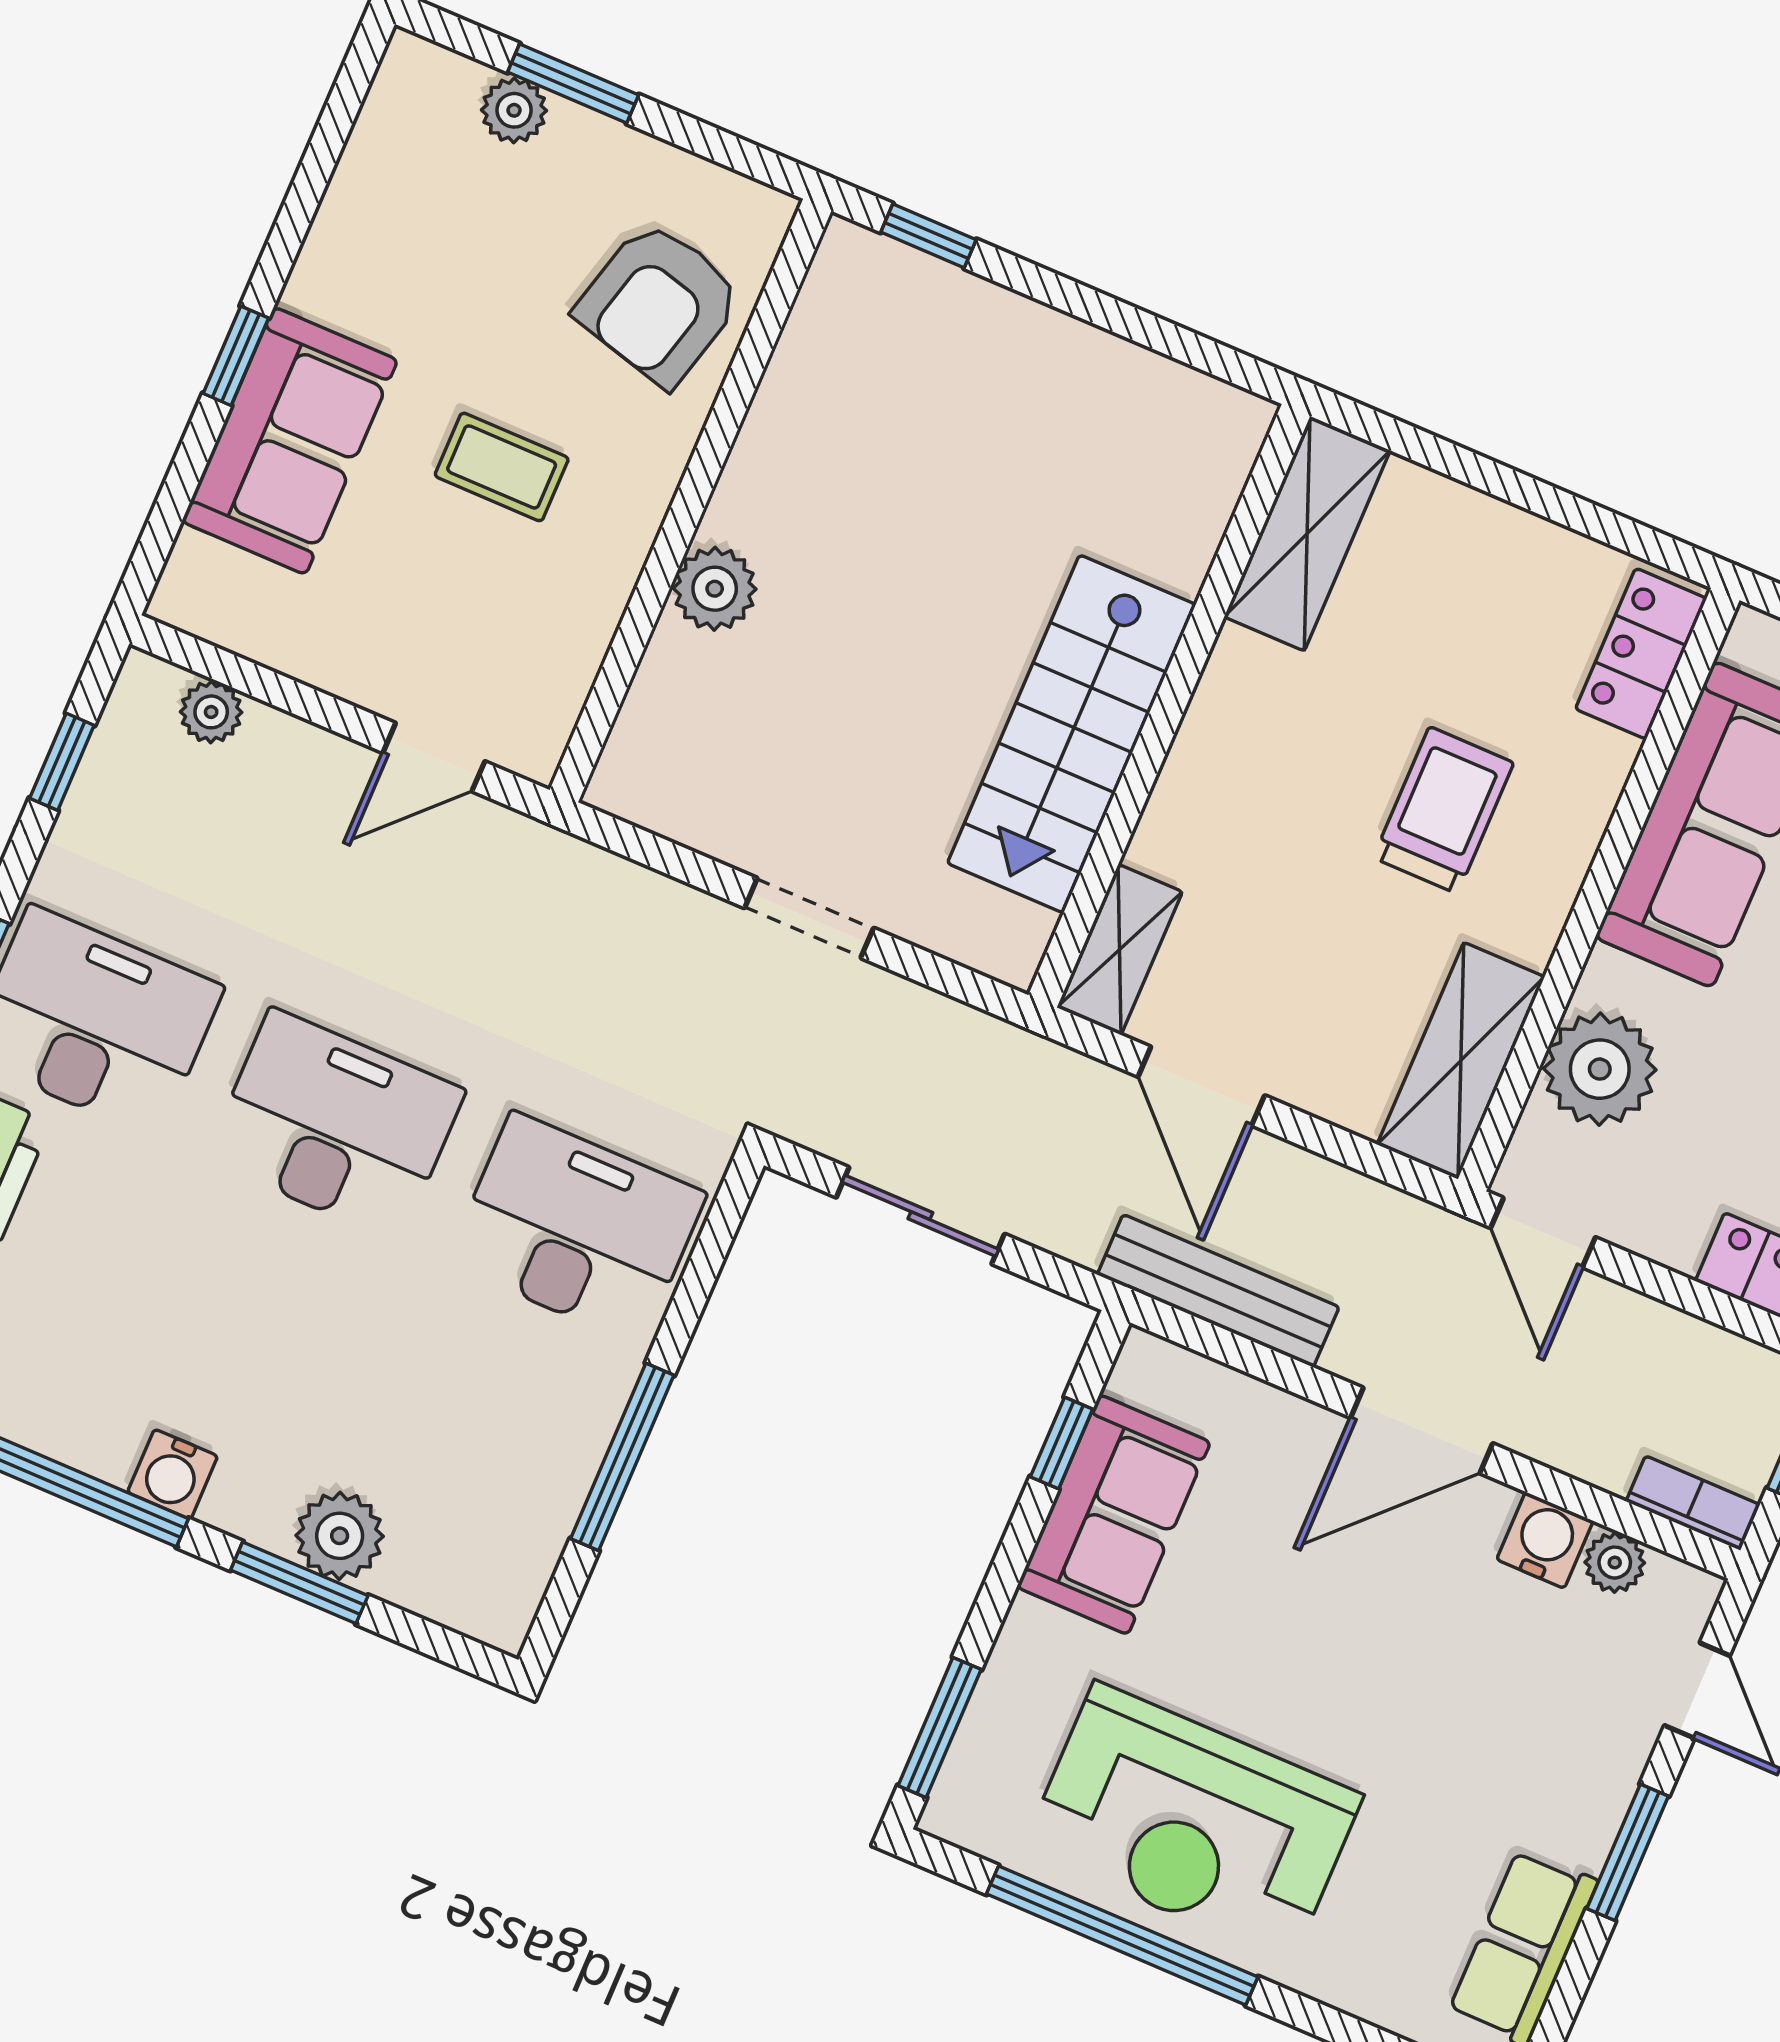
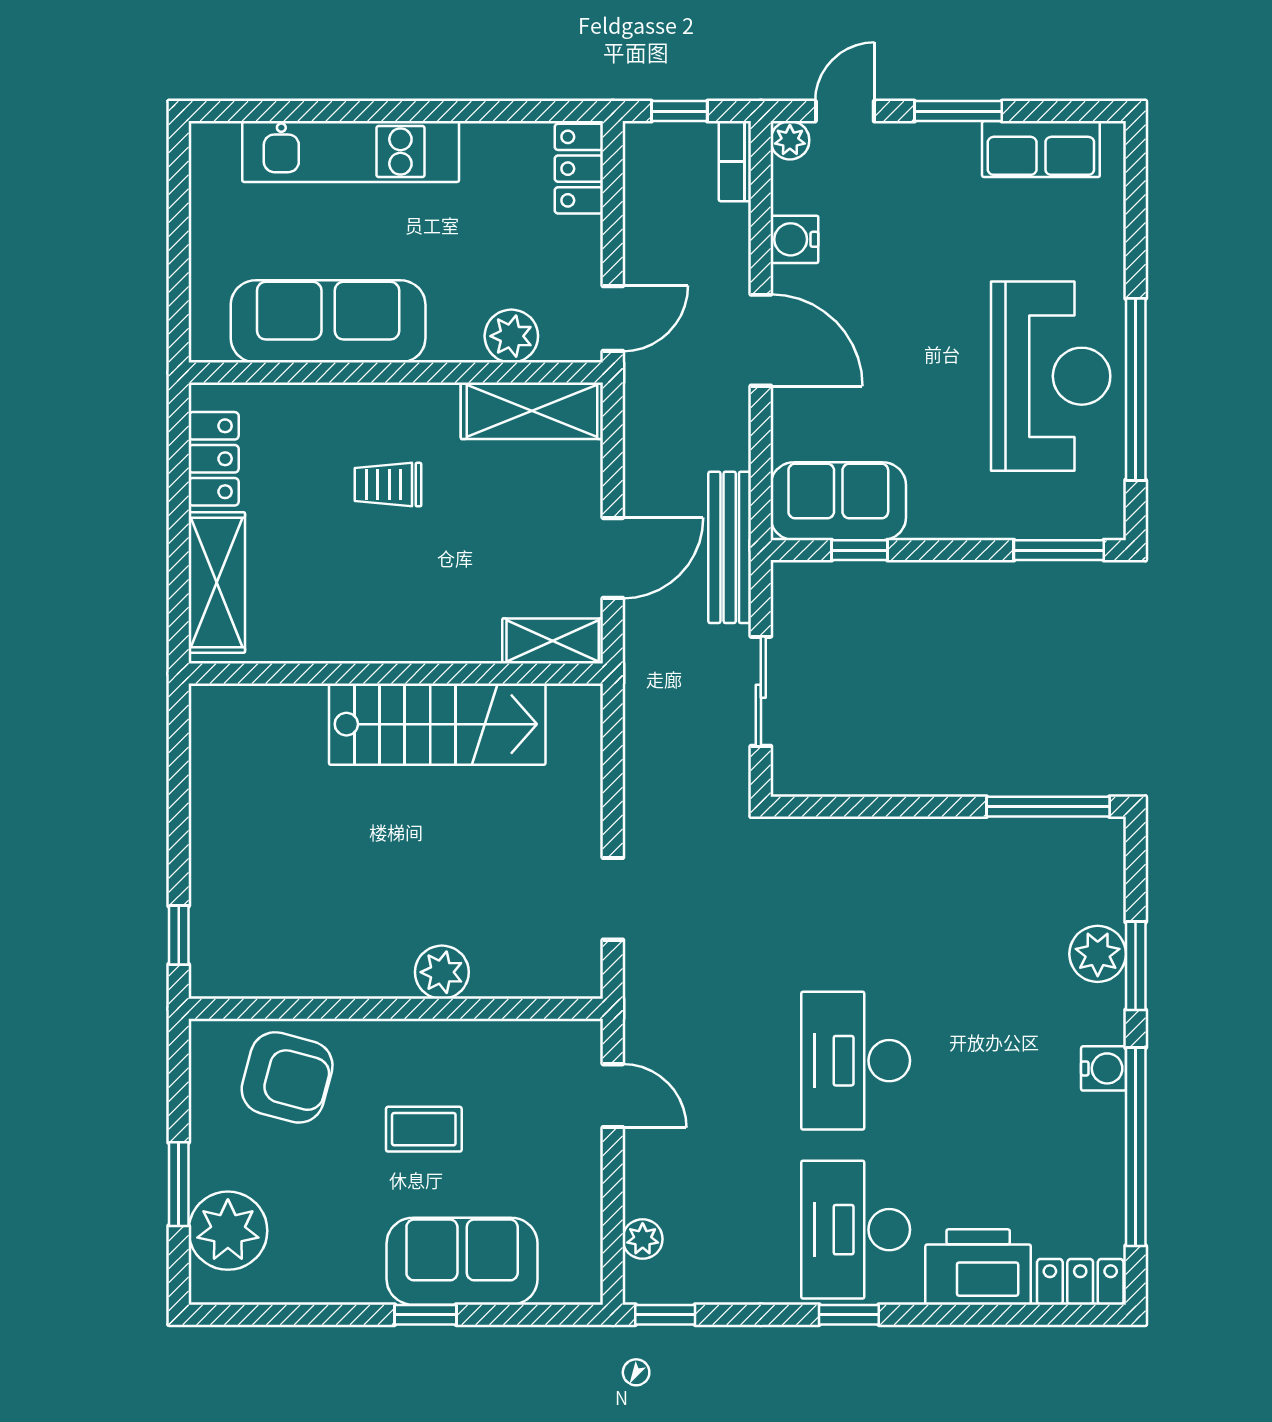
plant: (514, 110) -> (228, 1231), width x1.88, depth x1.88
coffee table: (502, 467) -> (424, 1129), turned 90
shelving: (1307, 534) -> (217, 582), moved, turned 90
locker: (1641, 654) -> (214, 459), moved, turned -90
window: (62, 762) -> (665, 1315), moved
trolley: (1443, 810) -> (388, 485), width x0.73, depth x0.72
doorway: (809, 918) -> (613, 899), moved
plant: (1600, 1069) -> (511, 336), width x0.73, depth x0.73
desk: (576, 1228) -> (856, 892), removed
bench: (1218, 1291) -> (730, 547), moved
window: (622, 1457) -> (1048, 807), moved
sofa: (1114, 1515) -> (838, 501), moved
plant: (1615, 1563) -> (790, 140), moved

